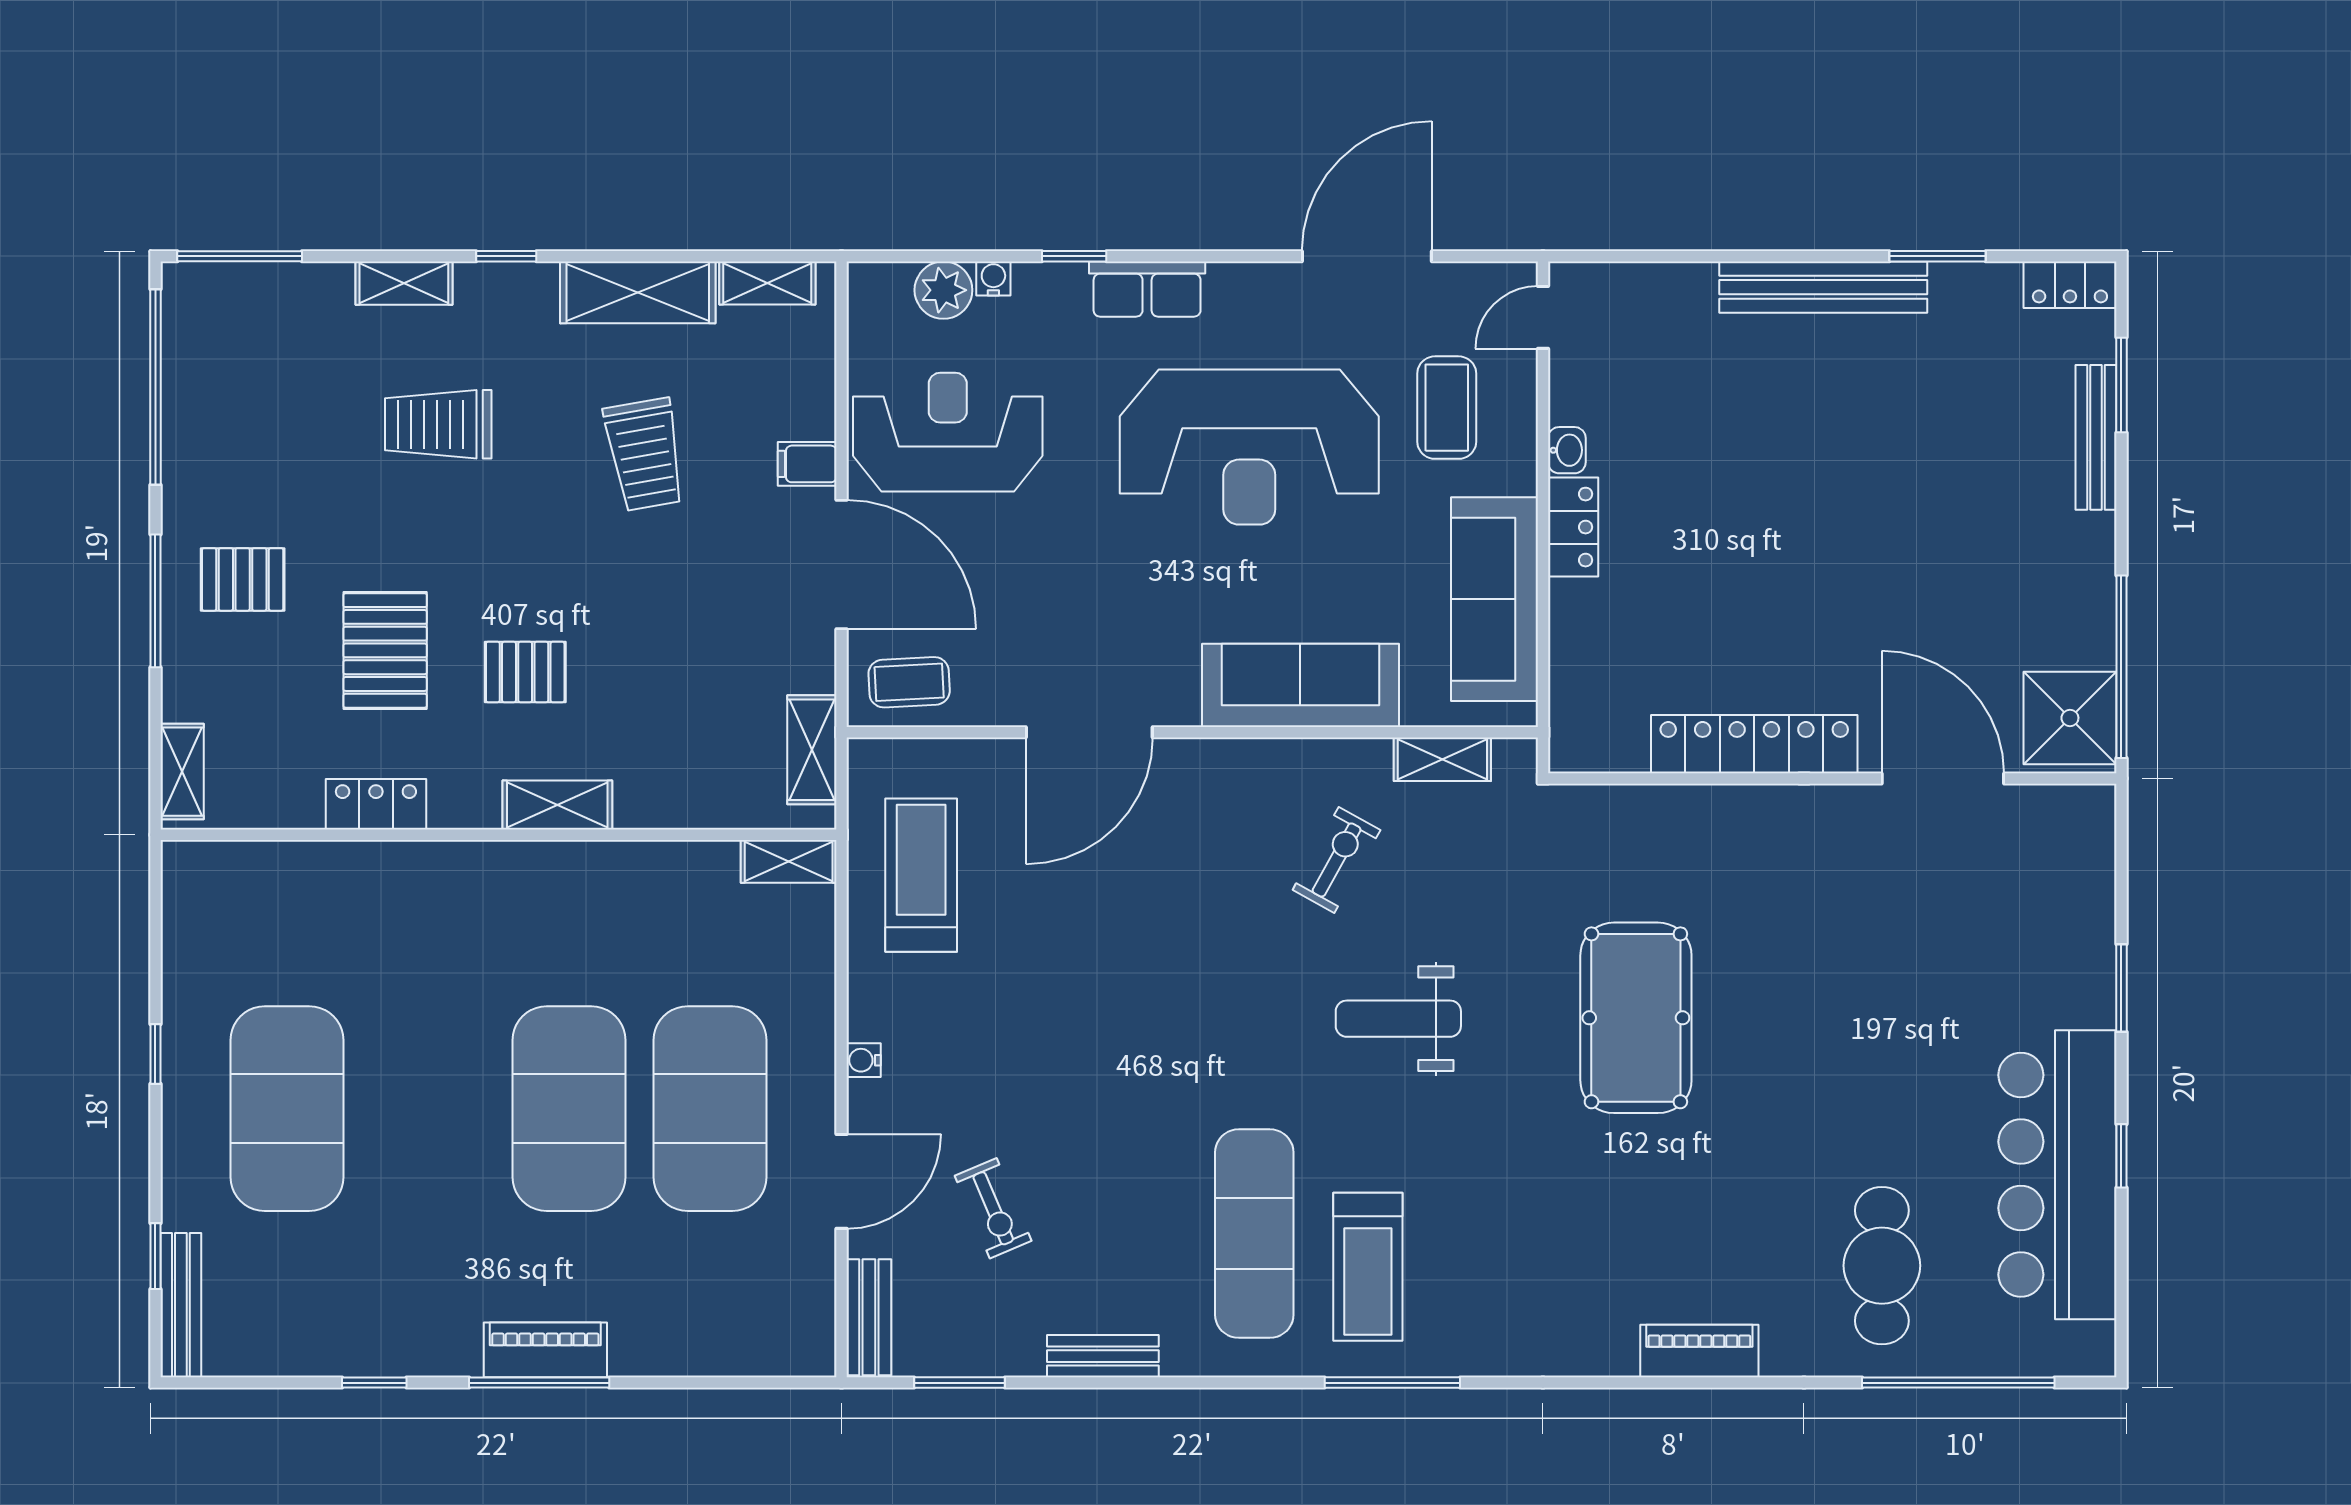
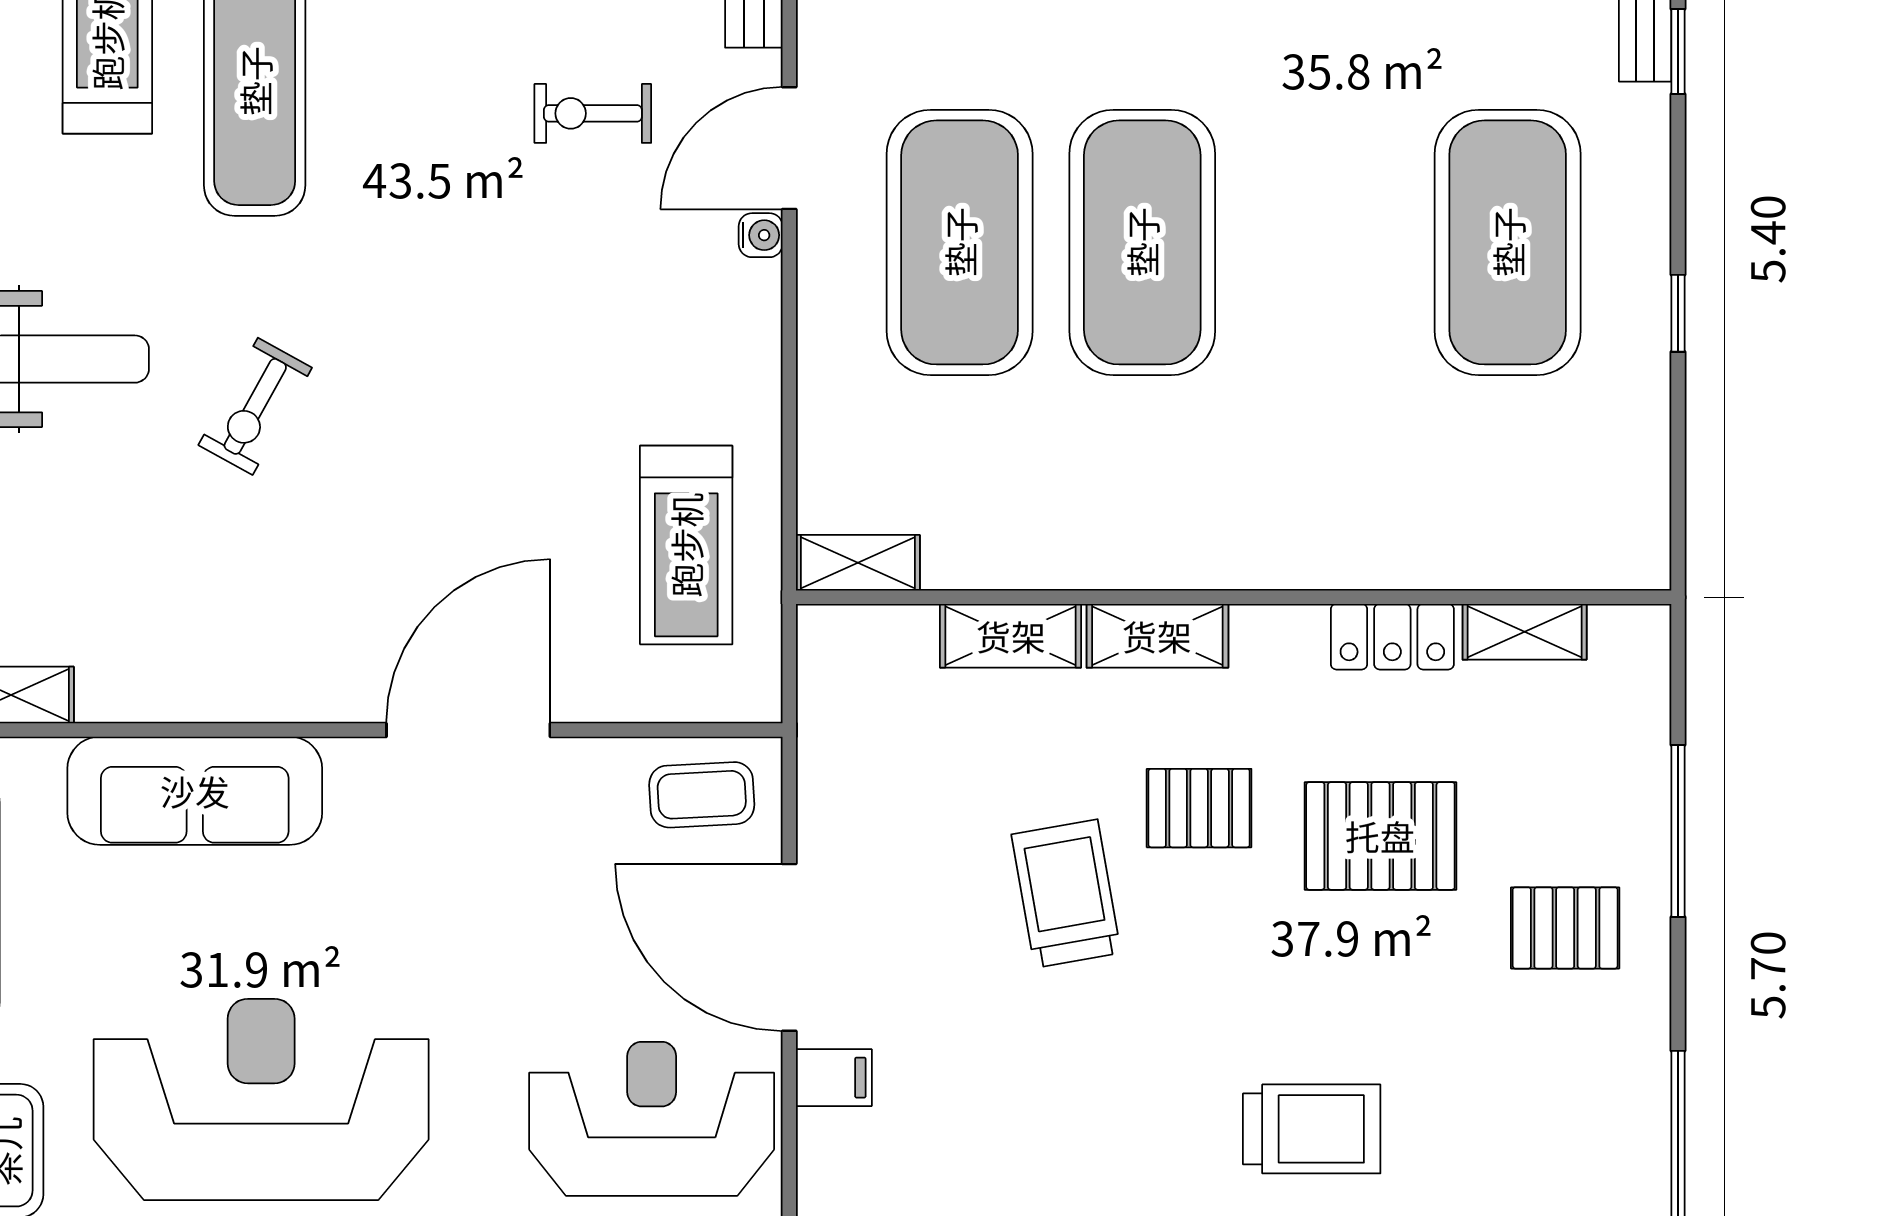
reception desk: (948, 432) -> (652, 1119), turned 180
trolley: (645, 454) -> (1066, 894), moved
window: (155, 601) -> (1678, 831), moved
pallet: (385, 650) -> (1380, 836), turned 90
shelving: (812, 750) -> (1011, 636), moved, turned 90
shelving: (182, 772) -> (1525, 632), moved, turned 90
exercise bike: (1337, 860) -> (255, 406), moved
water cooler: (864, 1060) -> (761, 235), moved
exercise bike: (993, 1208) -> (593, 113), turned -67

